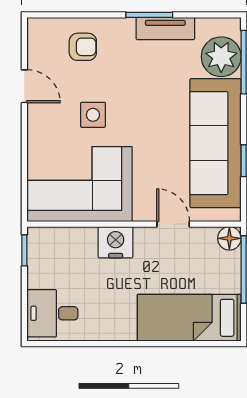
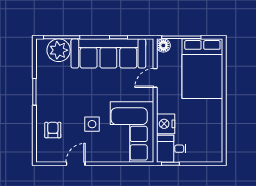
tv unit: (165, 28) -> (42, 82), removed
nightstand: (116, 242) -> (166, 124), moved
desk: (52, 313) -> (171, 149), moved, turned 90
bed: (189, 318) -> (202, 69), width x1.50

